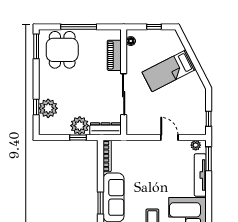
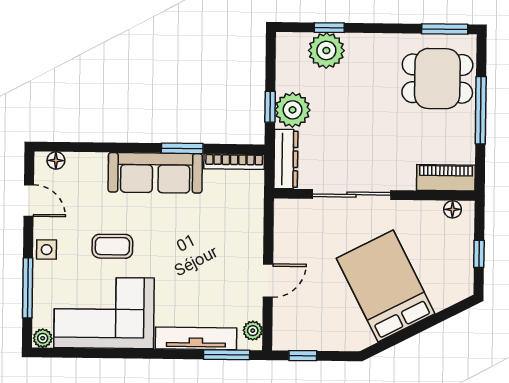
piano: (114, 55) -> (446, 178), moved
bed: (169, 71) -> (386, 286), width x1.50
window: (100, 203) -> (182, 148), moved

